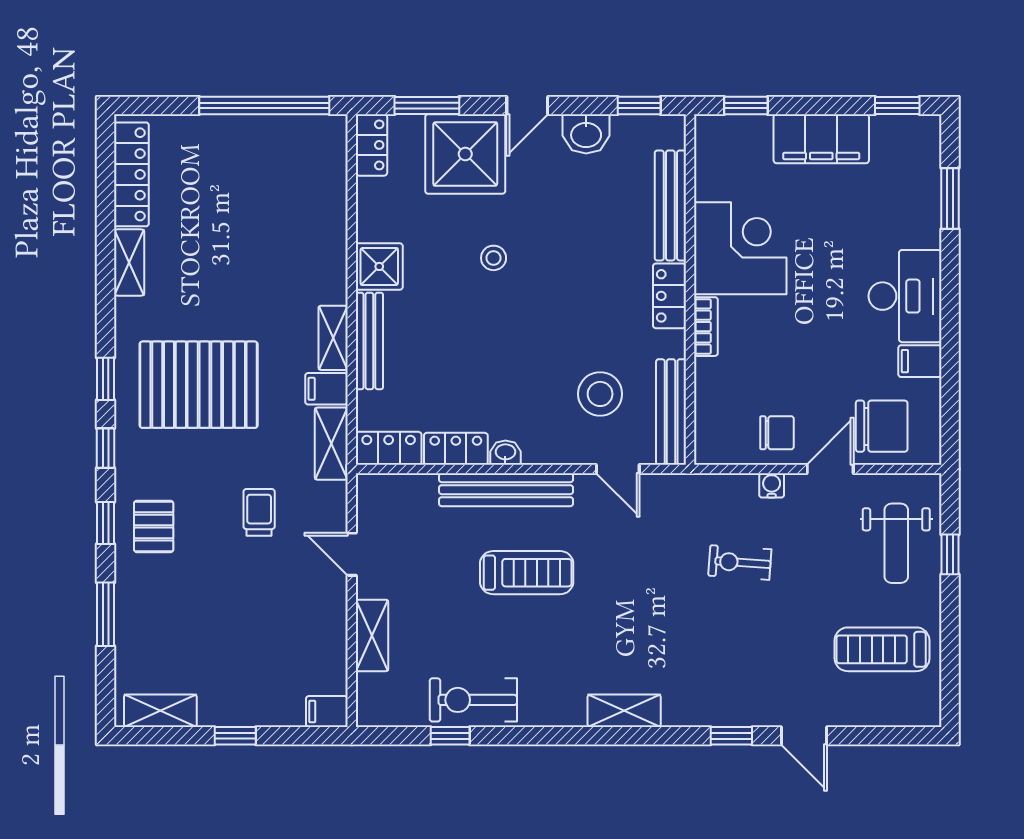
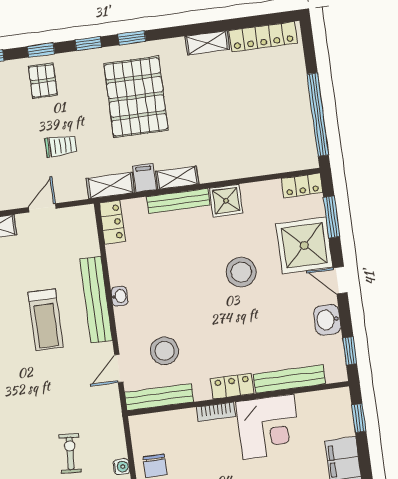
stool: (494, 258) -> (241, 272), width x1.89, depth x1.89
locker: (456, 449) -> (118, 265), removed
pallet: (154, 526) -> (43, 81), turned 90

